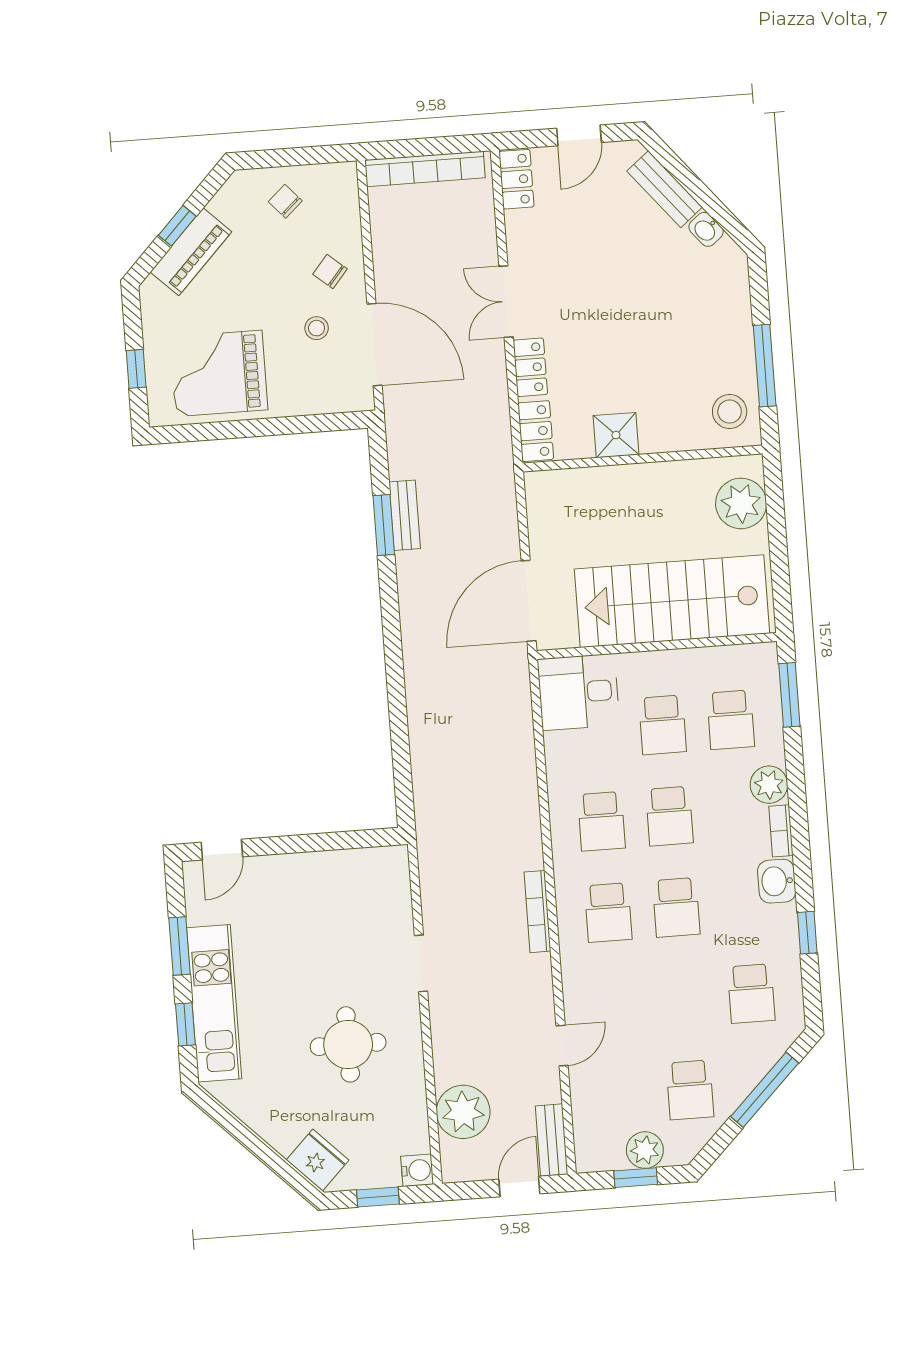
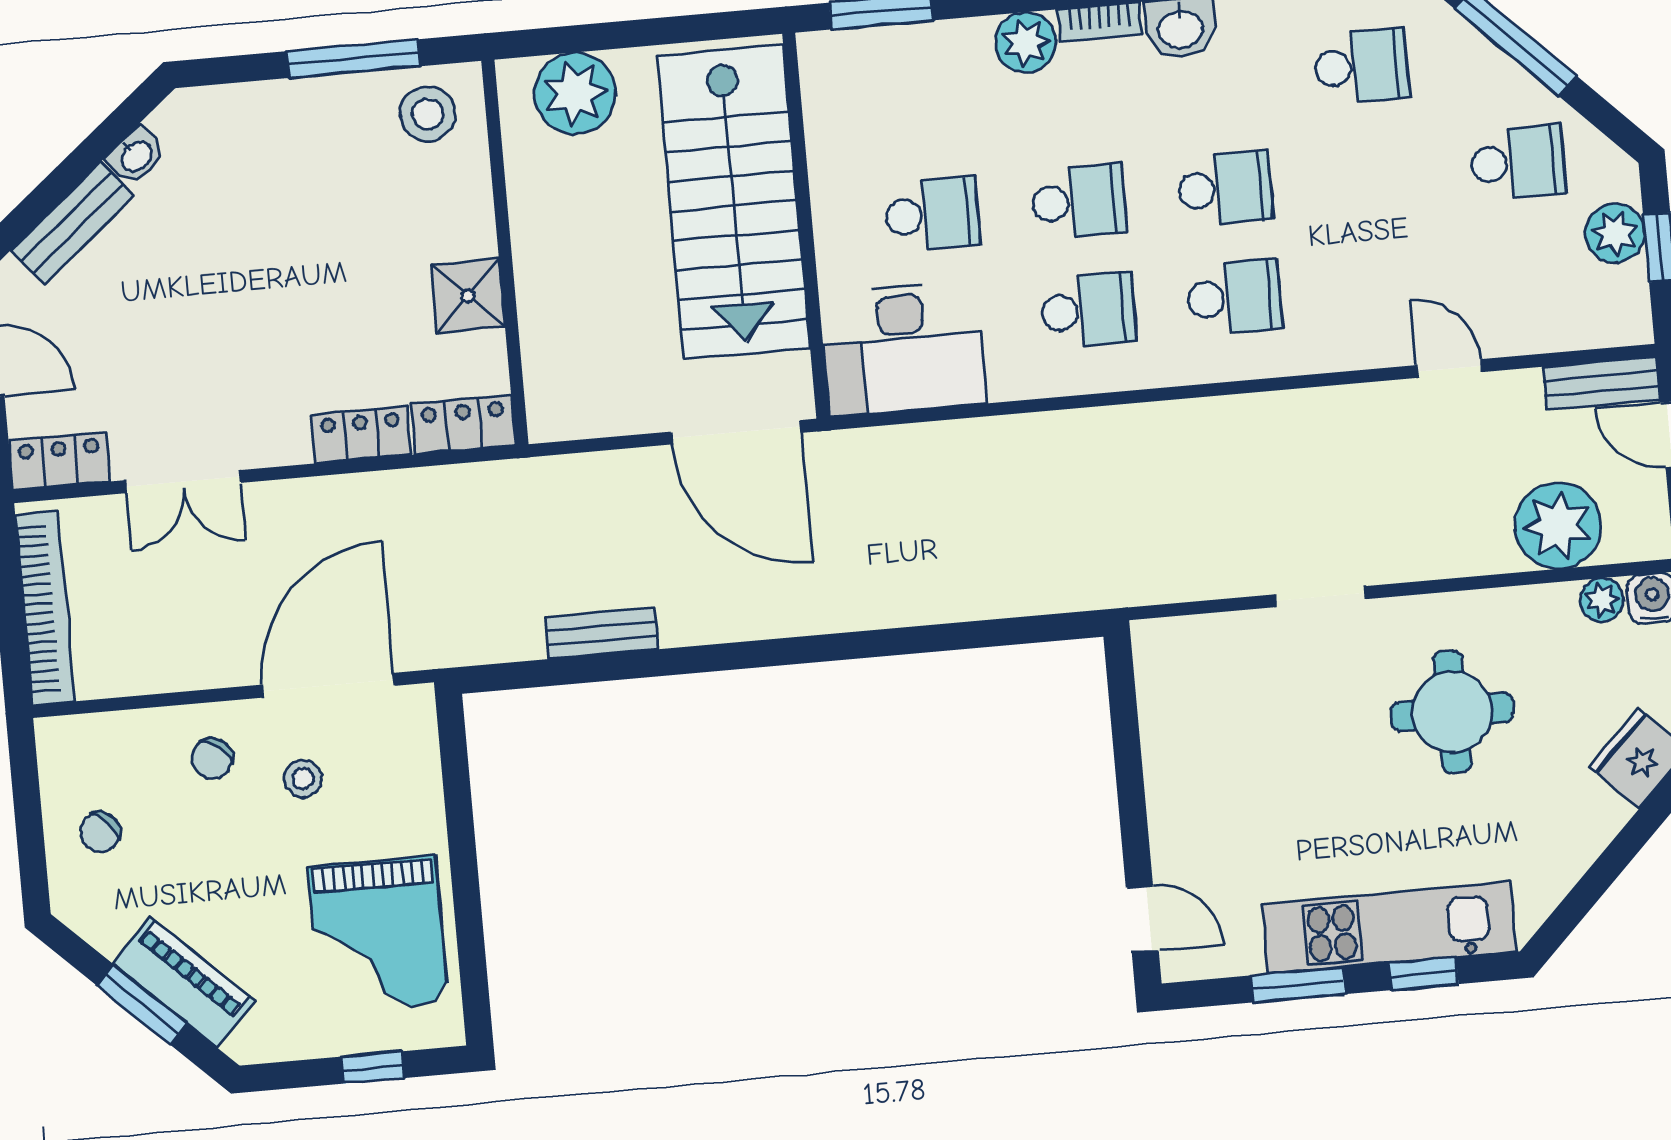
window: (177, 226) -> (142, 1004), width x1.50
double door: (506, 302) -> (183, 482), moved
window: (384, 525) -> (618, 666), removed
desk: (578, 692) -> (903, 348), width x1.37
school desk: (731, 720) -> (923, 105), removed
bookcase: (537, 912) -> (1235, 411), removed
plant: (417, 1139) -> (1602, 600), added

